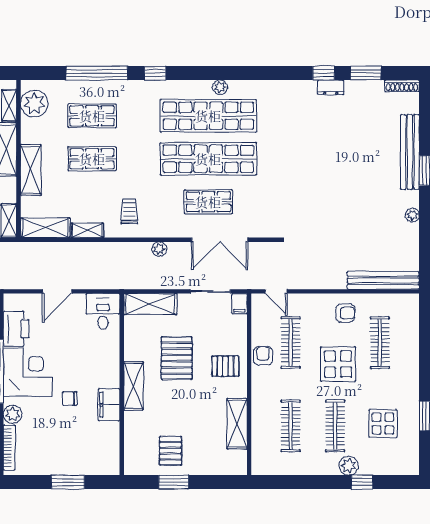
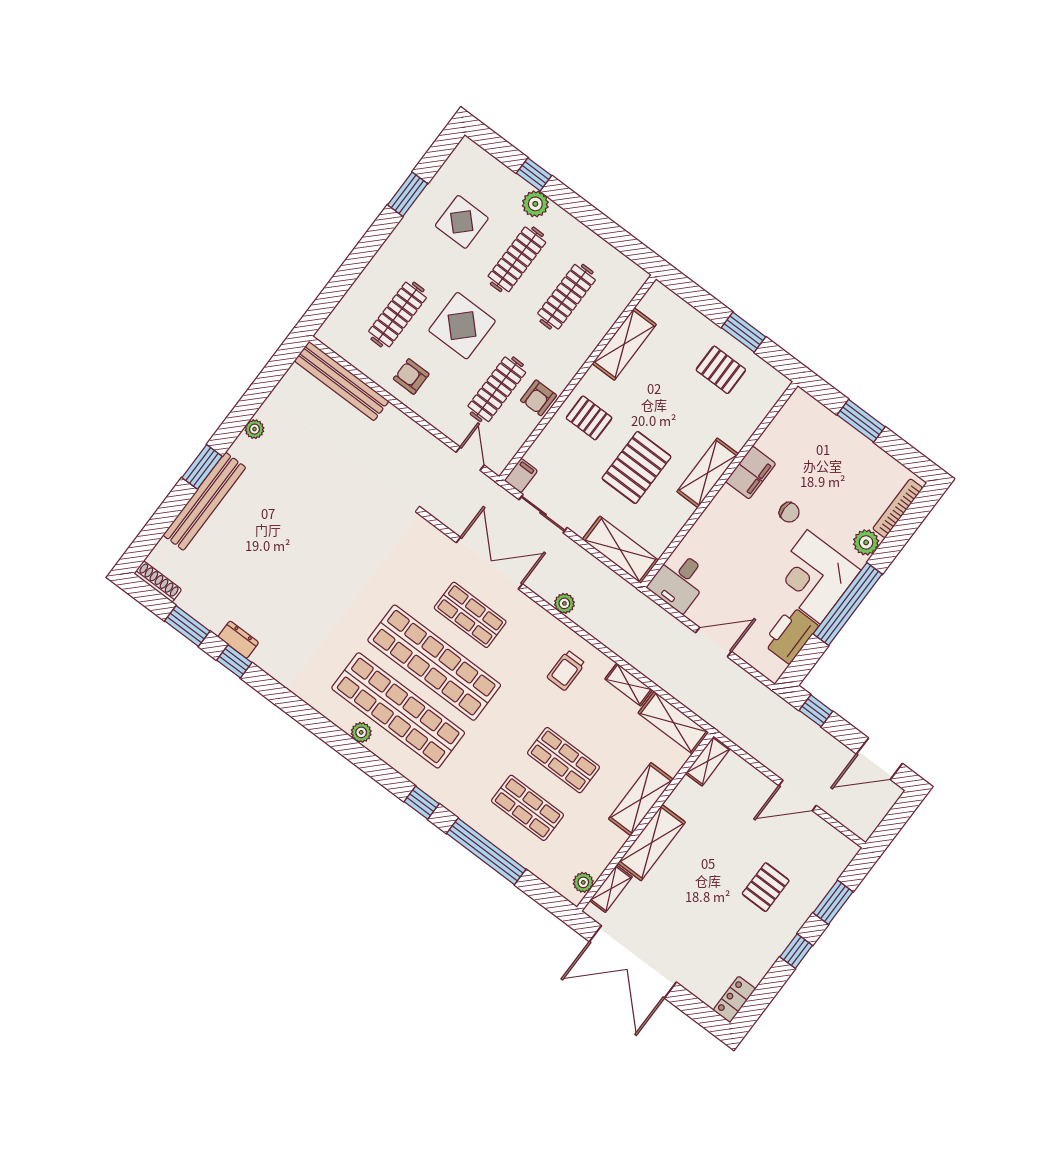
plant: (34, 104) -> (583, 882), width x0.53, depth x0.53
pallet: (170, 451) -> (721, 370), turned 90

